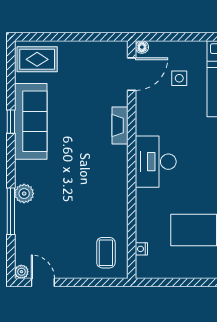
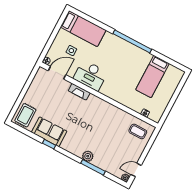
door: (132, 74) -> (57, 73), hinge flipped
sofa: (31, 121) -> (49, 132), width x0.73
desk: (156, 162) -> (90, 75), moved

